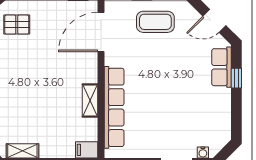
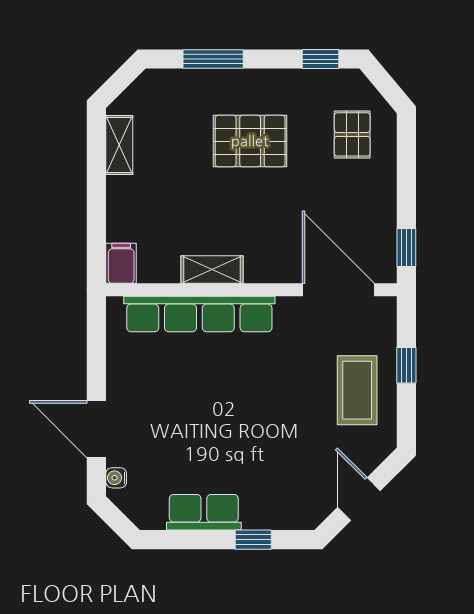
row of seats: (222, 67) -> (204, 512), moved
pallet: (20, 80) -> (250, 141), added

